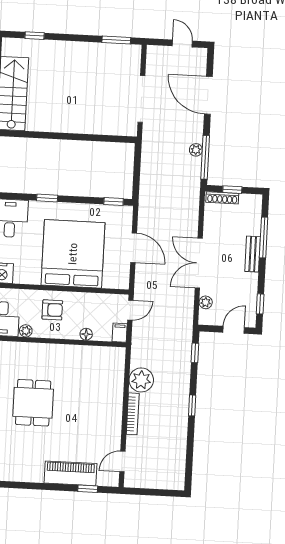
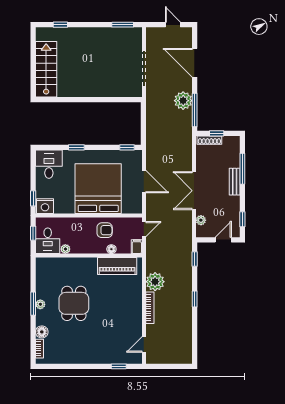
plant: (196, 150) -> (183, 101), width x1.88, depth x1.88
armchair: (52, 310) -> (105, 230), moved
piano: (70, 473) -> (117, 266), moved, turned 180

